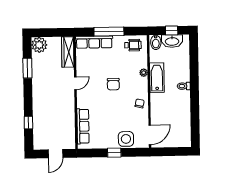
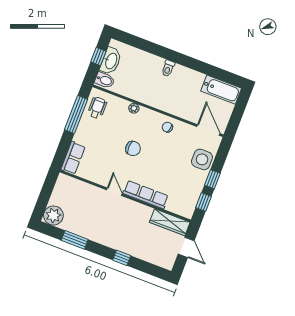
window: (109, 32) -> (76, 114), moved
row of seats: (94, 42) -> (73, 158), width x0.68
wardrobe: (68, 52) -> (170, 222), moved
bathtub: (157, 78) -> (221, 90), moved, turned 180
window: (28, 123) -> (122, 258), moved
row of seats: (83, 126) -> (146, 195), moved
window: (95, 153) -> (204, 202), added

